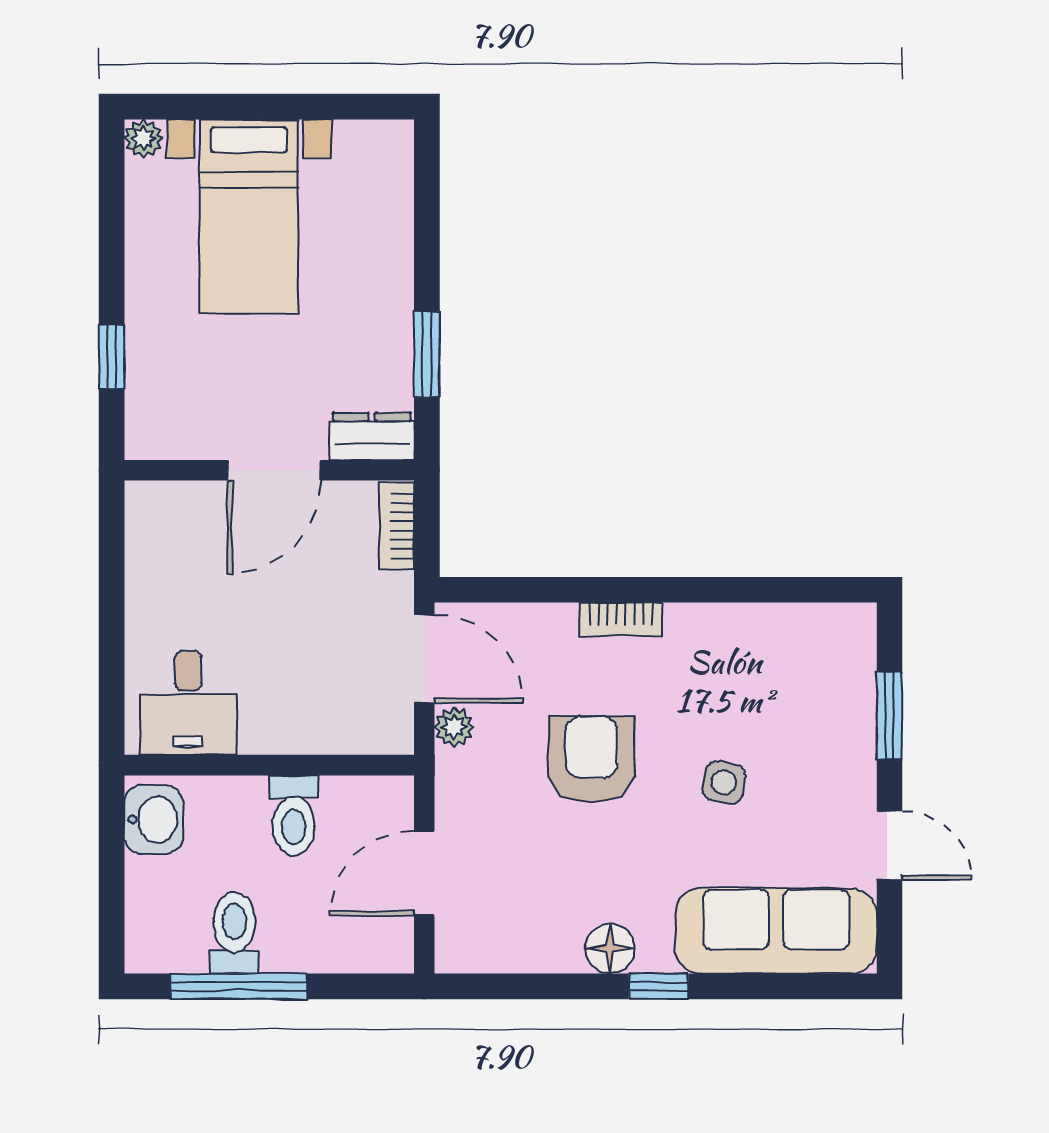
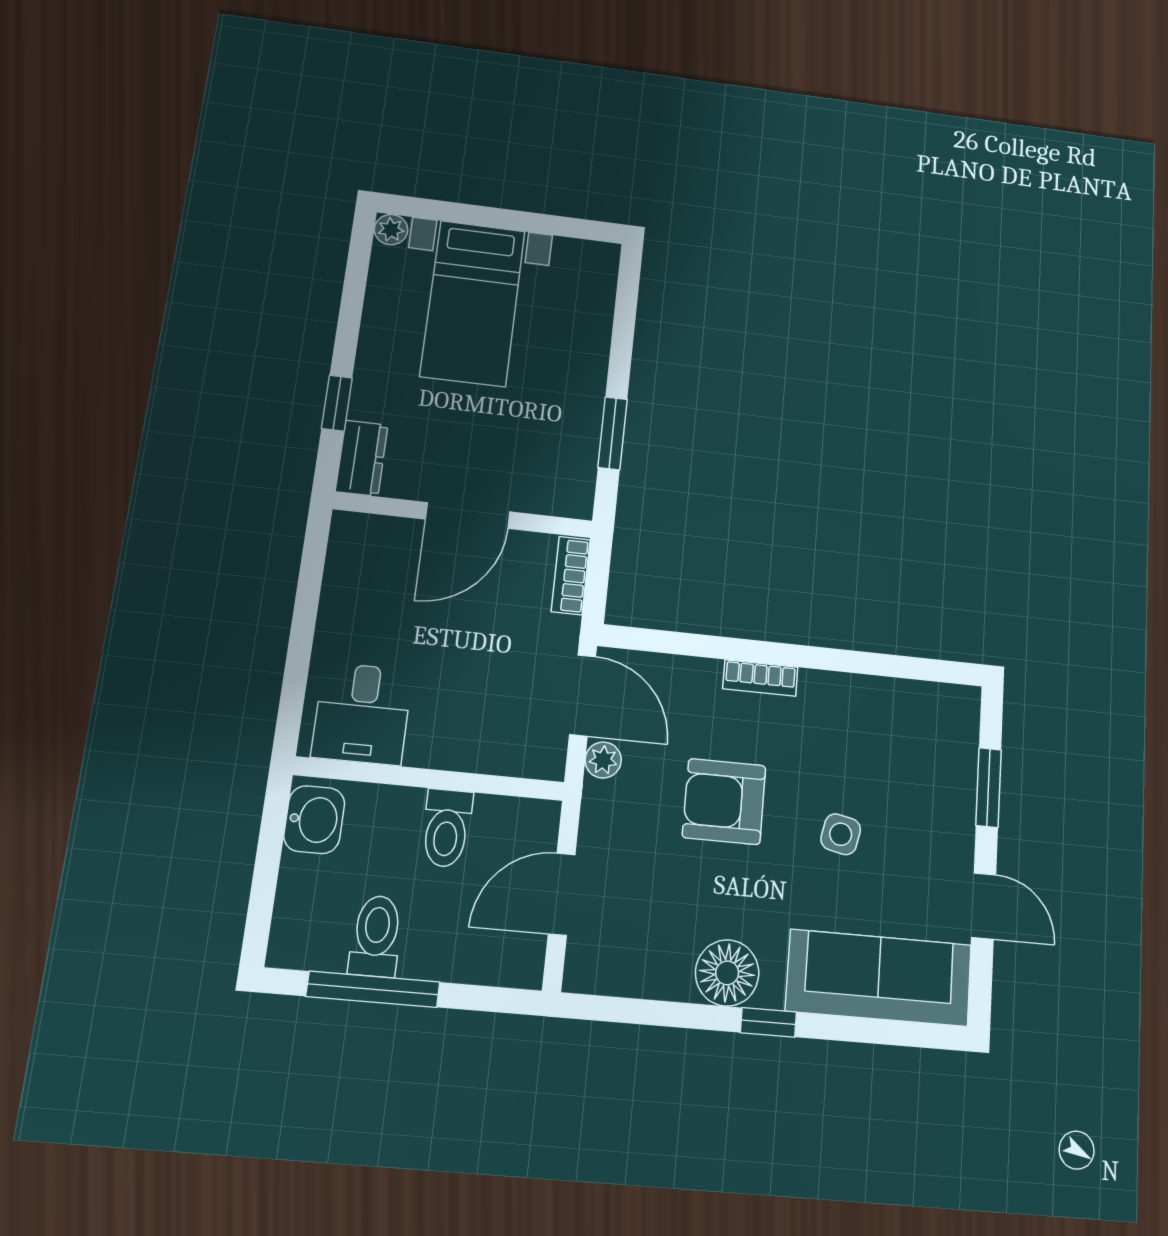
dresser: (372, 436) -> (362, 458), moved, turned 90
armchair: (591, 759) -> (724, 801), turned -90
floor lamp: (610, 949) -> (727, 973), width x1.38, depth x1.38

